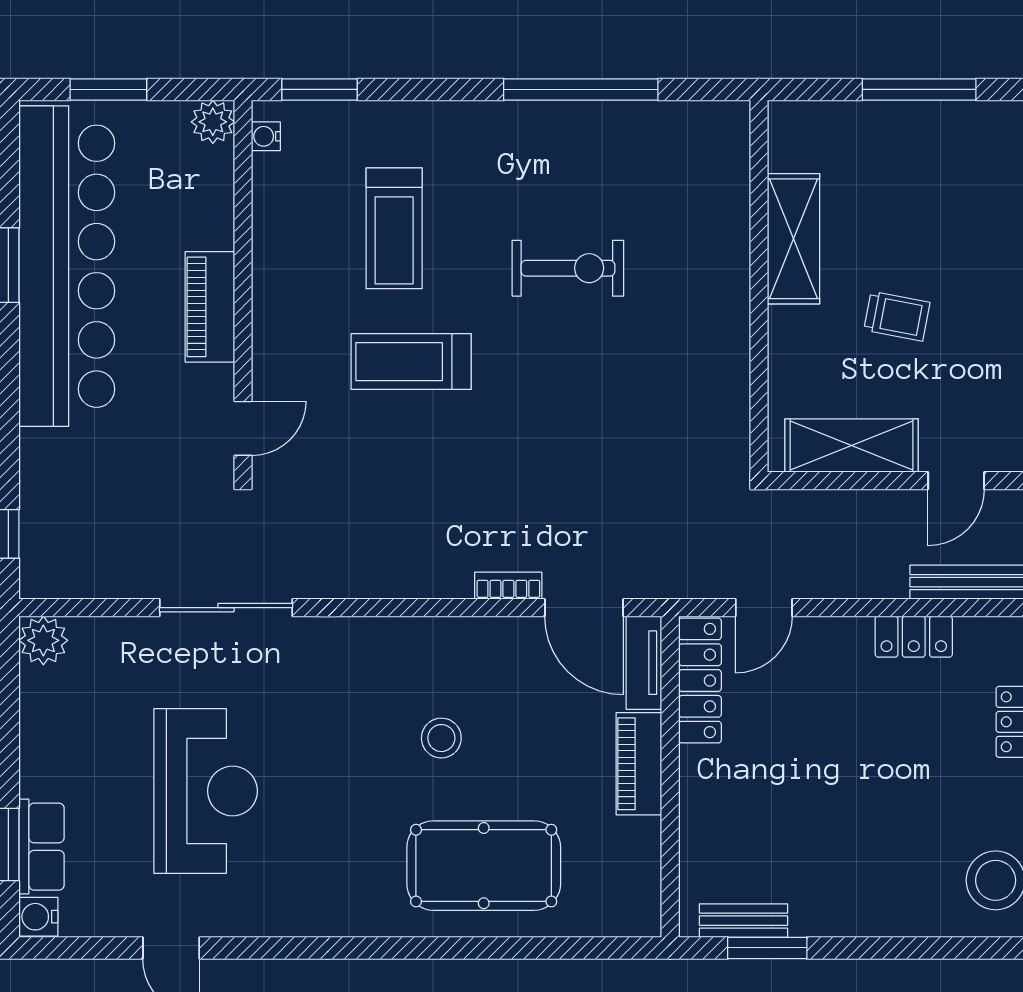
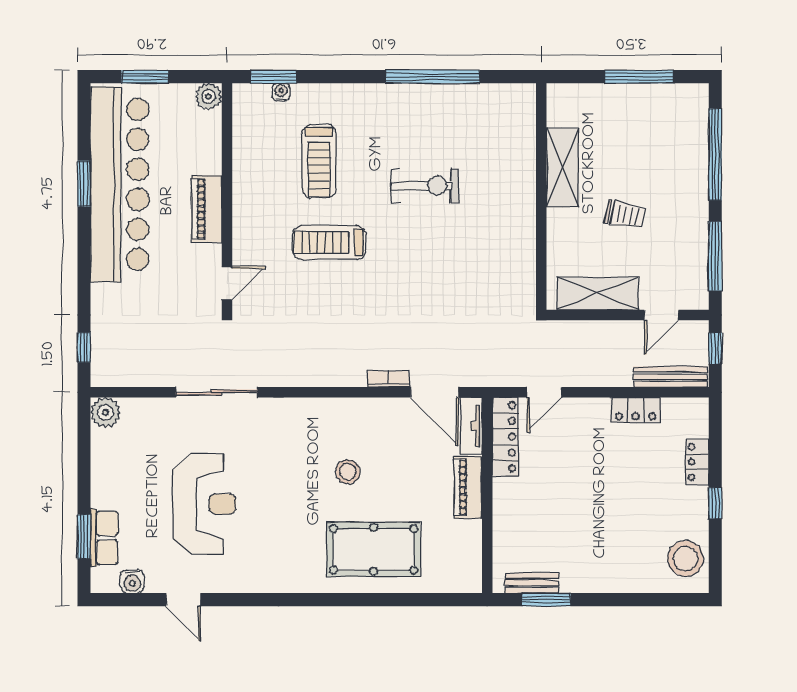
water cooler: (266, 136) -> (281, 92), moved, turned 90
water cooler: (38, 917) -> (132, 581), moved, turned -90

